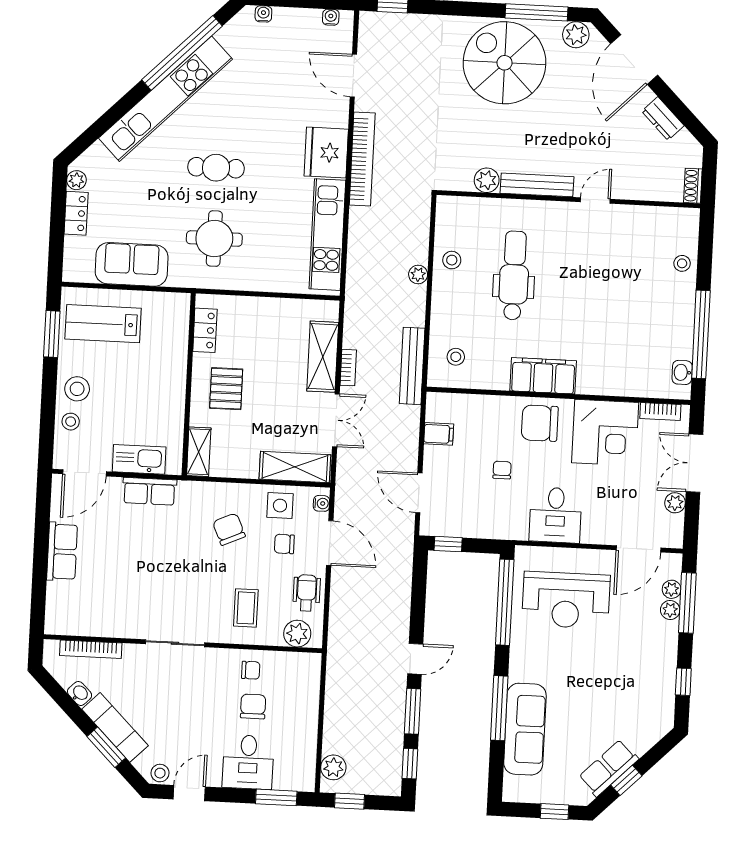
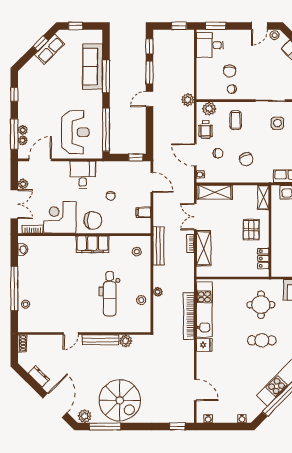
fridge: (326, 153) -> (204, 345), width x0.53, depth x0.75
bookcase: (362, 159) -> (189, 316), moved
window: (701, 334) -> (14, 288), moved
side table: (280, 506) -> (278, 123), moved
reception desk: (566, 600) -> (75, 132), turned 90
desk: (248, 762) -> (210, 45), moved, turned -90
plant: (333, 767) -> (188, 100), moved

